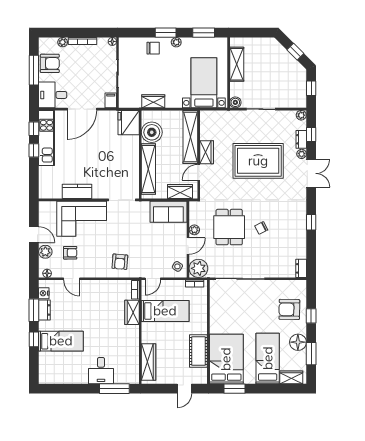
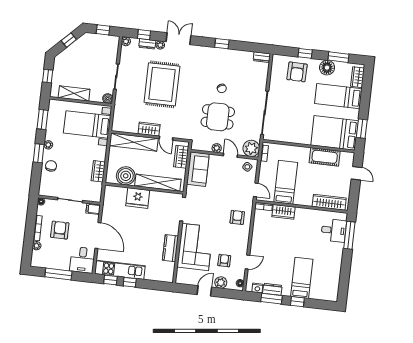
window: (253, 33) -> (48, 76), added
armchair: (50, 63) -> (60, 230), moved
fridge: (129, 123) -> (138, 198), moved
armchair: (120, 262) -> (237, 217), turned -95
desk: (101, 371) -> (334, 230), moved

